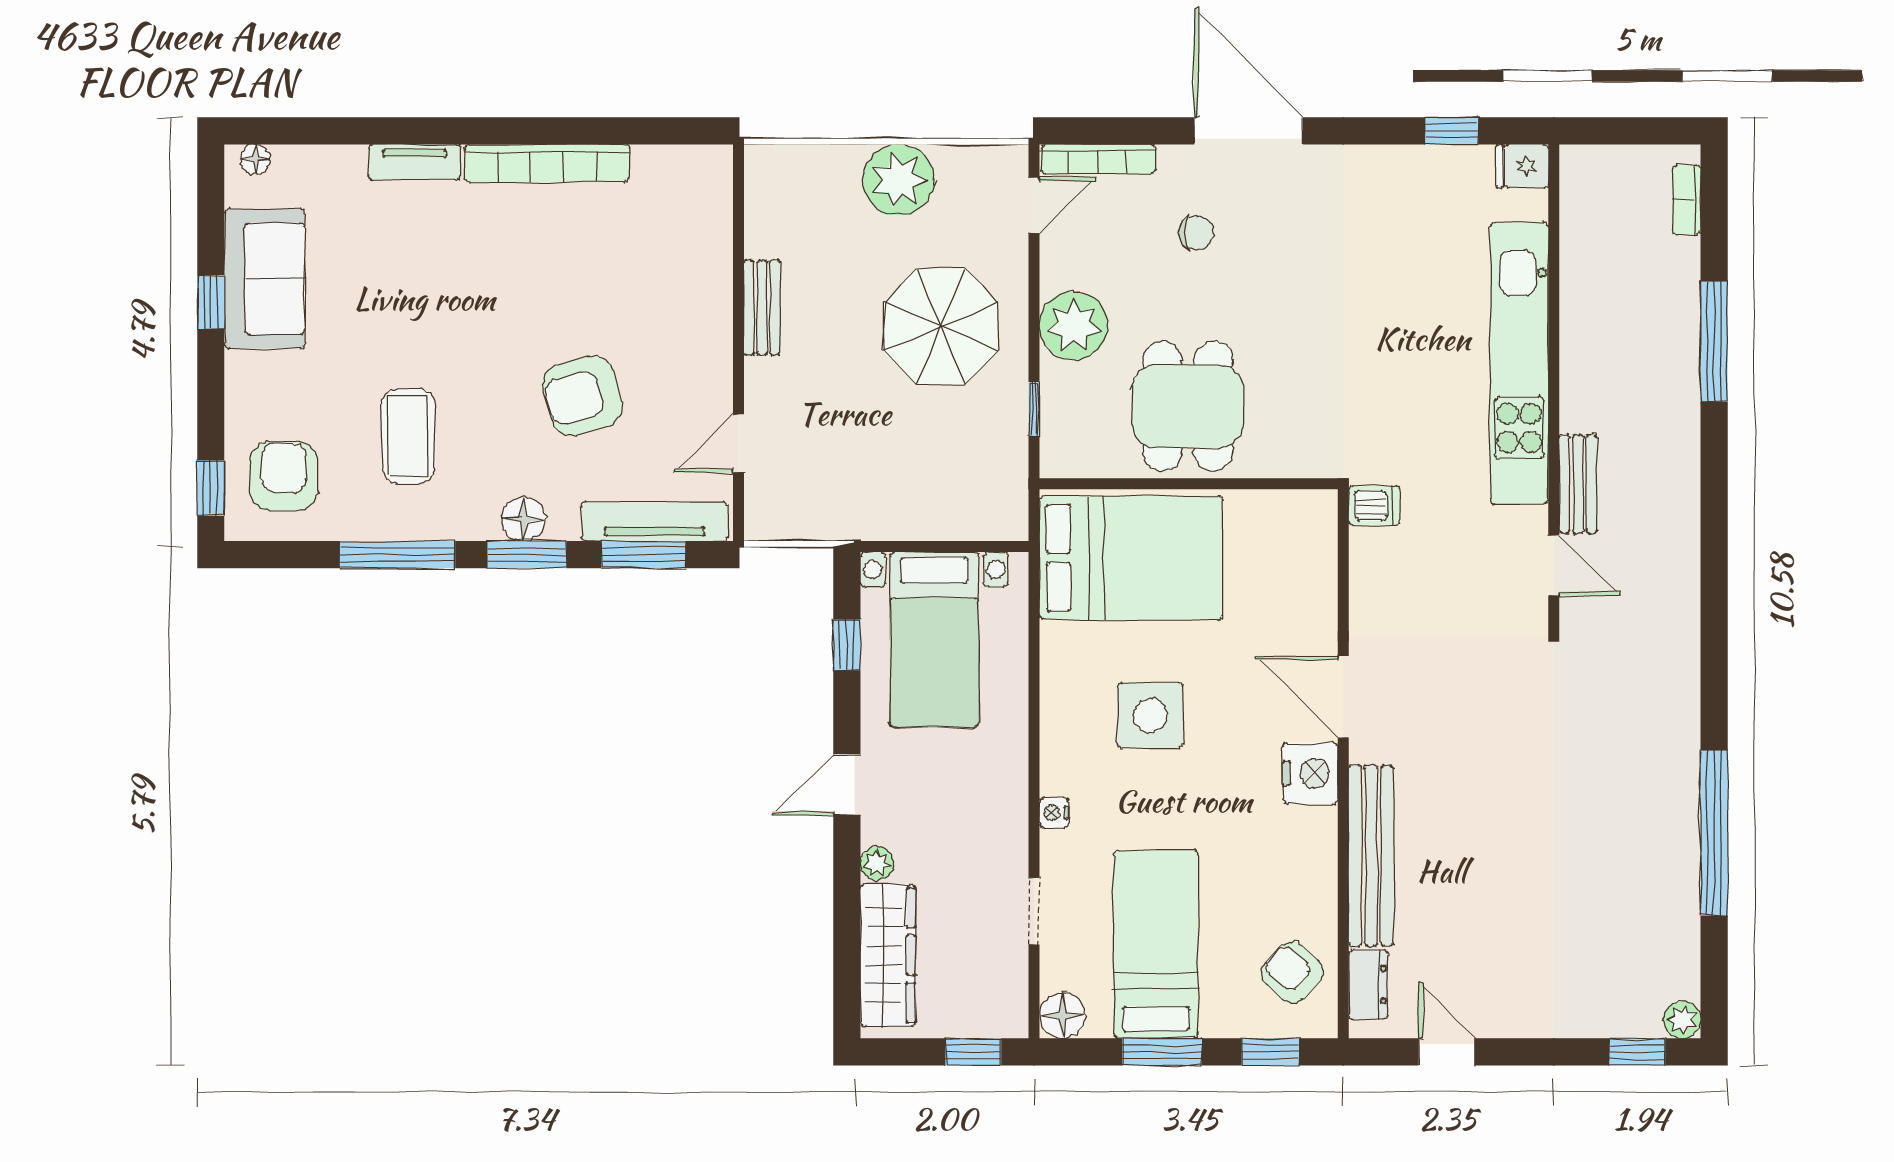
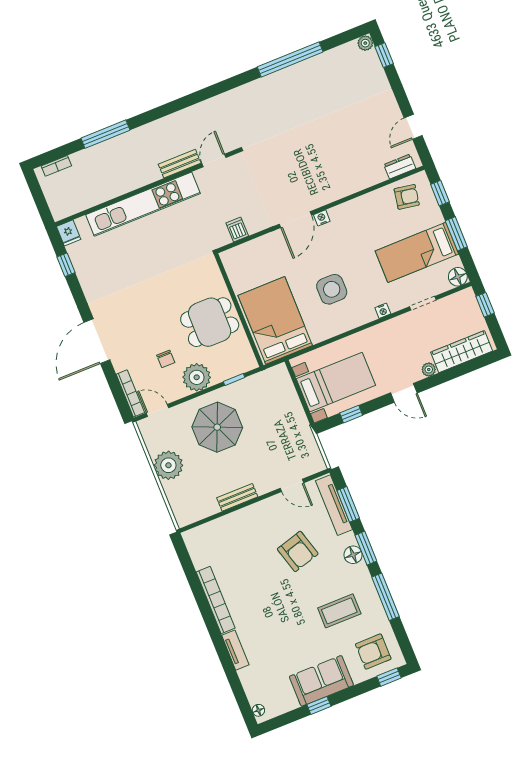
chair: (1196, 233) -> (166, 359), moved, turned 180
sofa: (265, 279) -> (321, 681), moved
dishwasher: (1374, 506) -> (237, 230), moved
nightstand: (1310, 773) -> (322, 218), width x0.53, depth x0.56
bench: (1371, 855) -> (351, 185), removed
armchair: (1292, 972) -> (407, 197), turned -121

